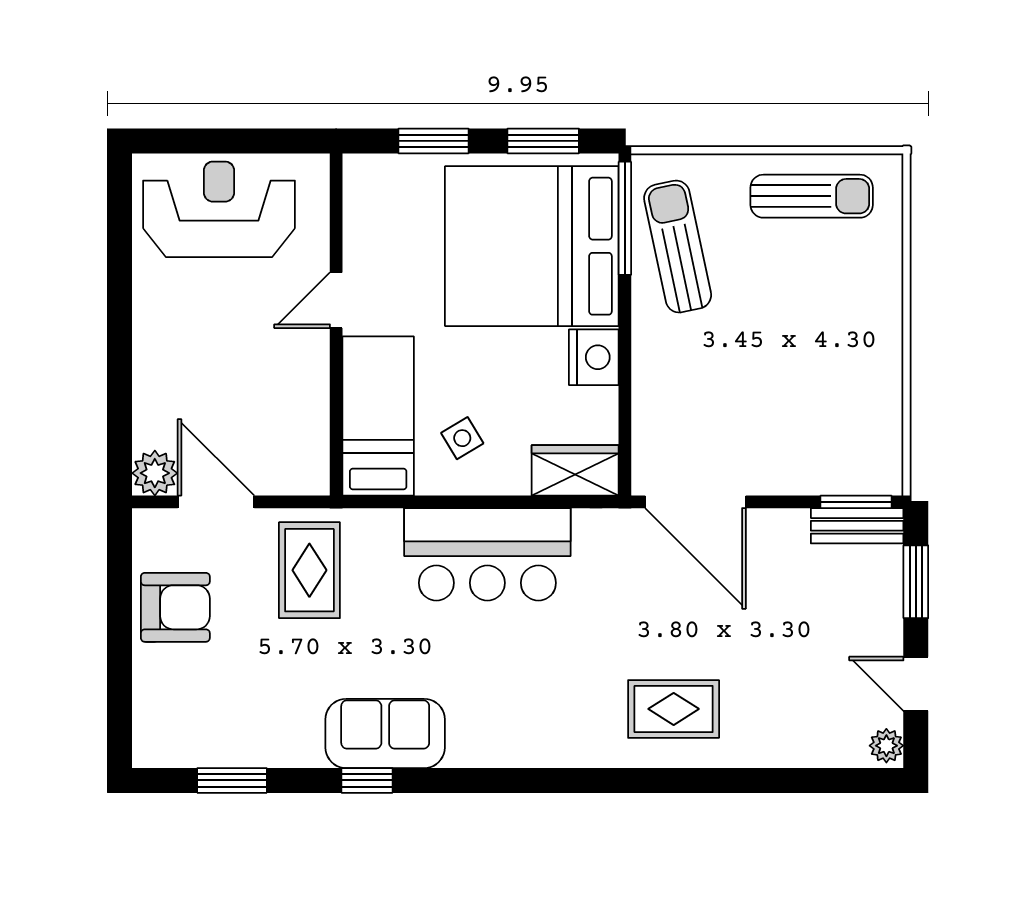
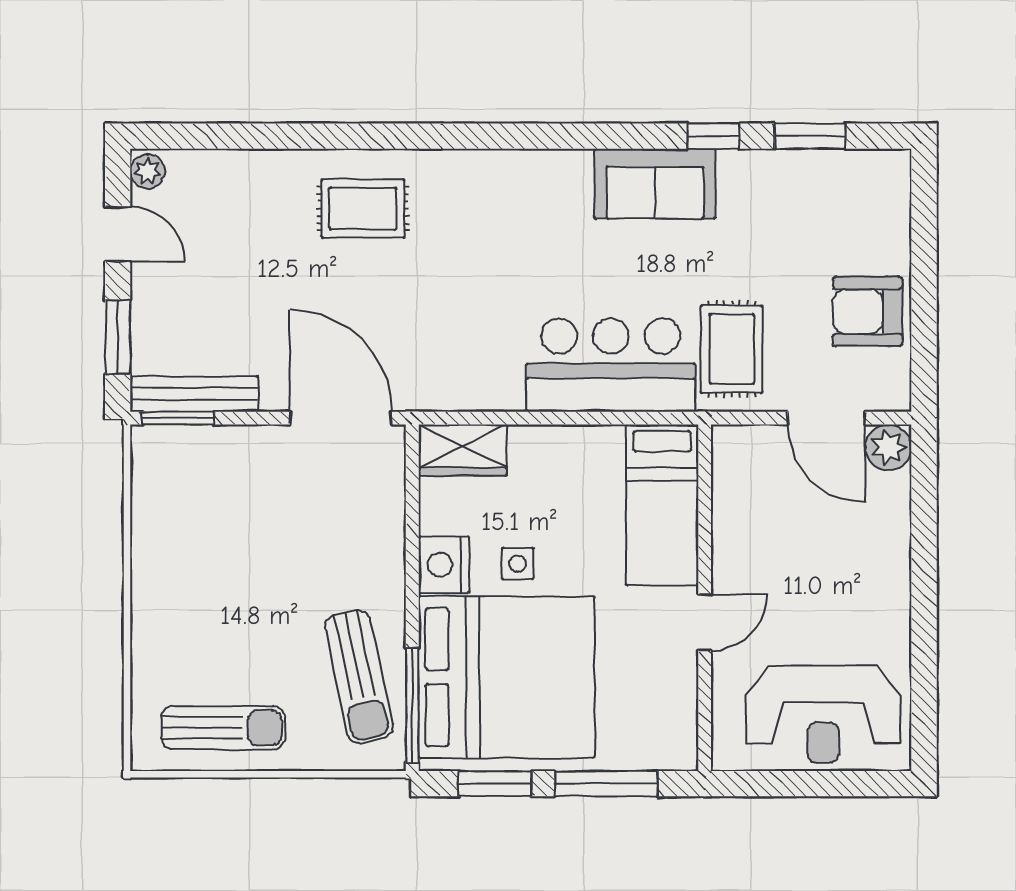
window: (434, 141) -> (606, 784), width x1.44
sun lounger: (812, 196) -> (223, 728), turned 180
side table: (462, 438) -> (518, 564), moved, turned 31
bench: (857, 526) -> (194, 394), width x1.36
bar counter: (487, 554) -> (611, 365), moved
window: (367, 780) -> (713, 136), moved

